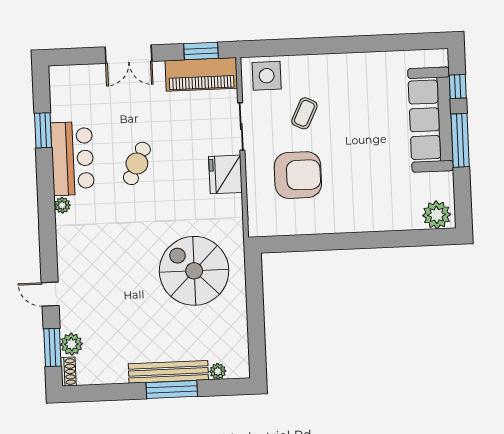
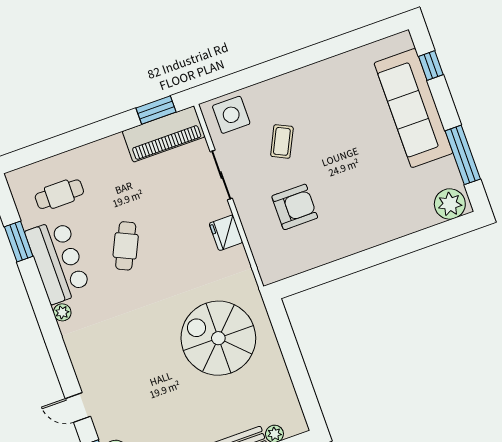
double door: (129, 54) -> (83, 136), removed
cafe table: (92, 99) -> (59, 194), added
window: (460, 140) -> (463, 155), moved
fridge: (225, 174) -> (226, 233), width x0.73, depth x0.75
armchair: (298, 175) -> (295, 207), width x0.73, depth x0.73

